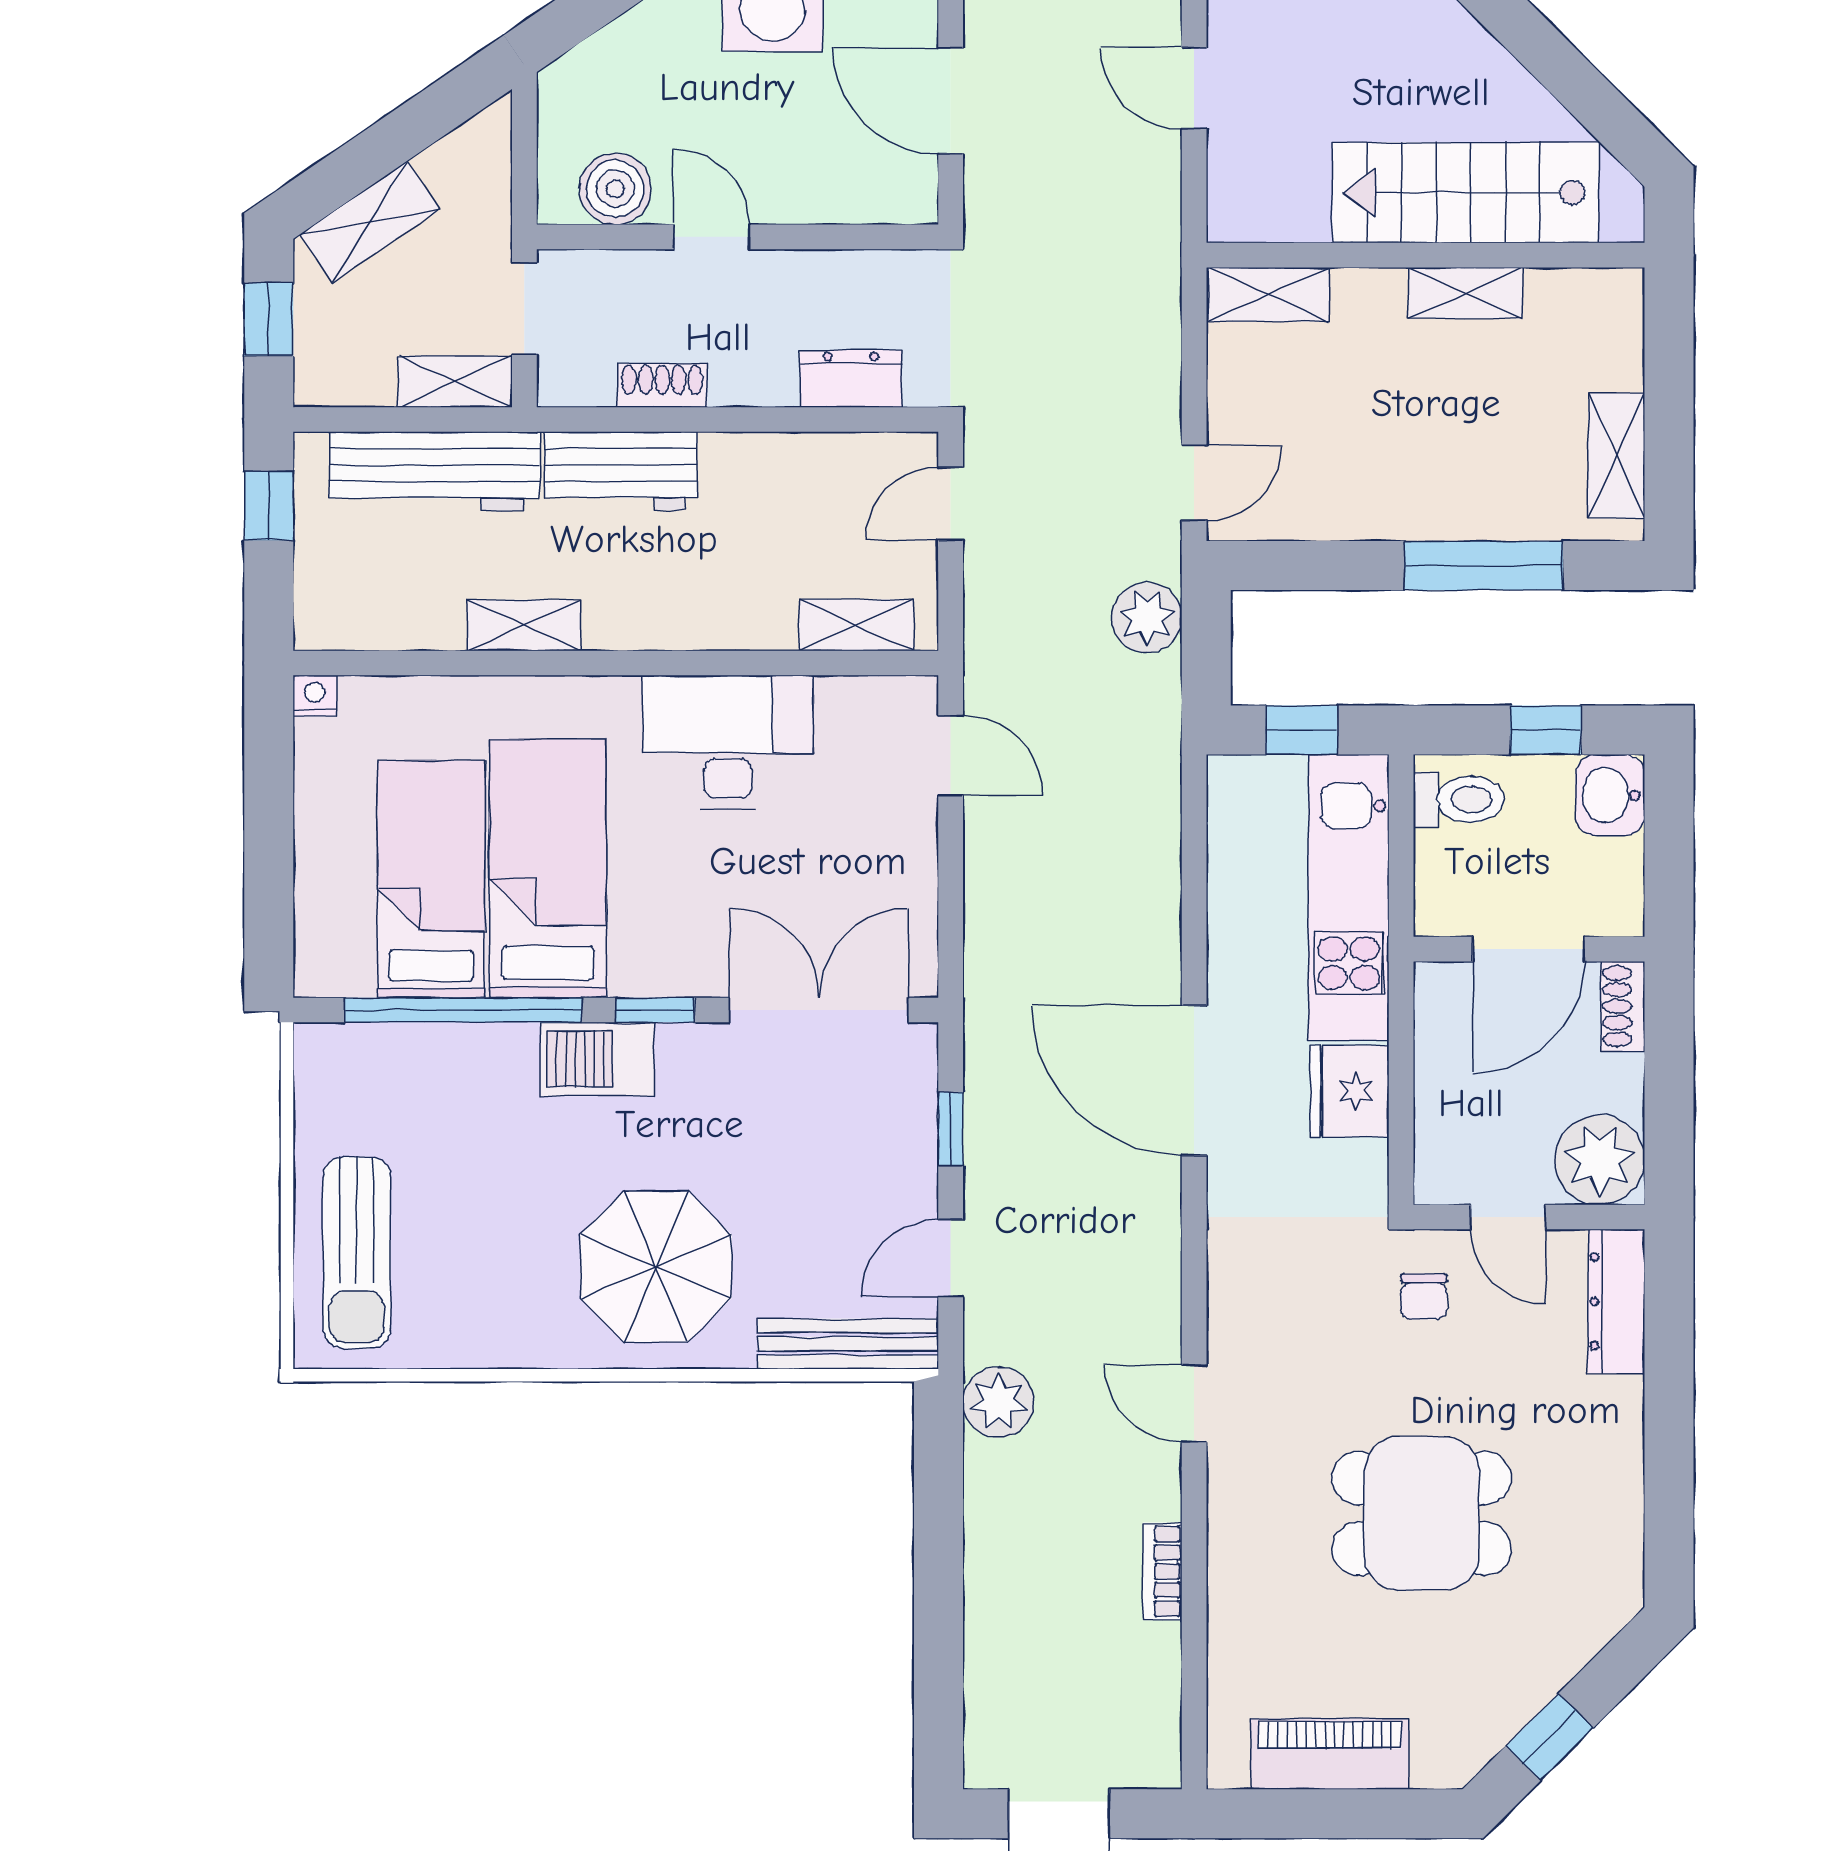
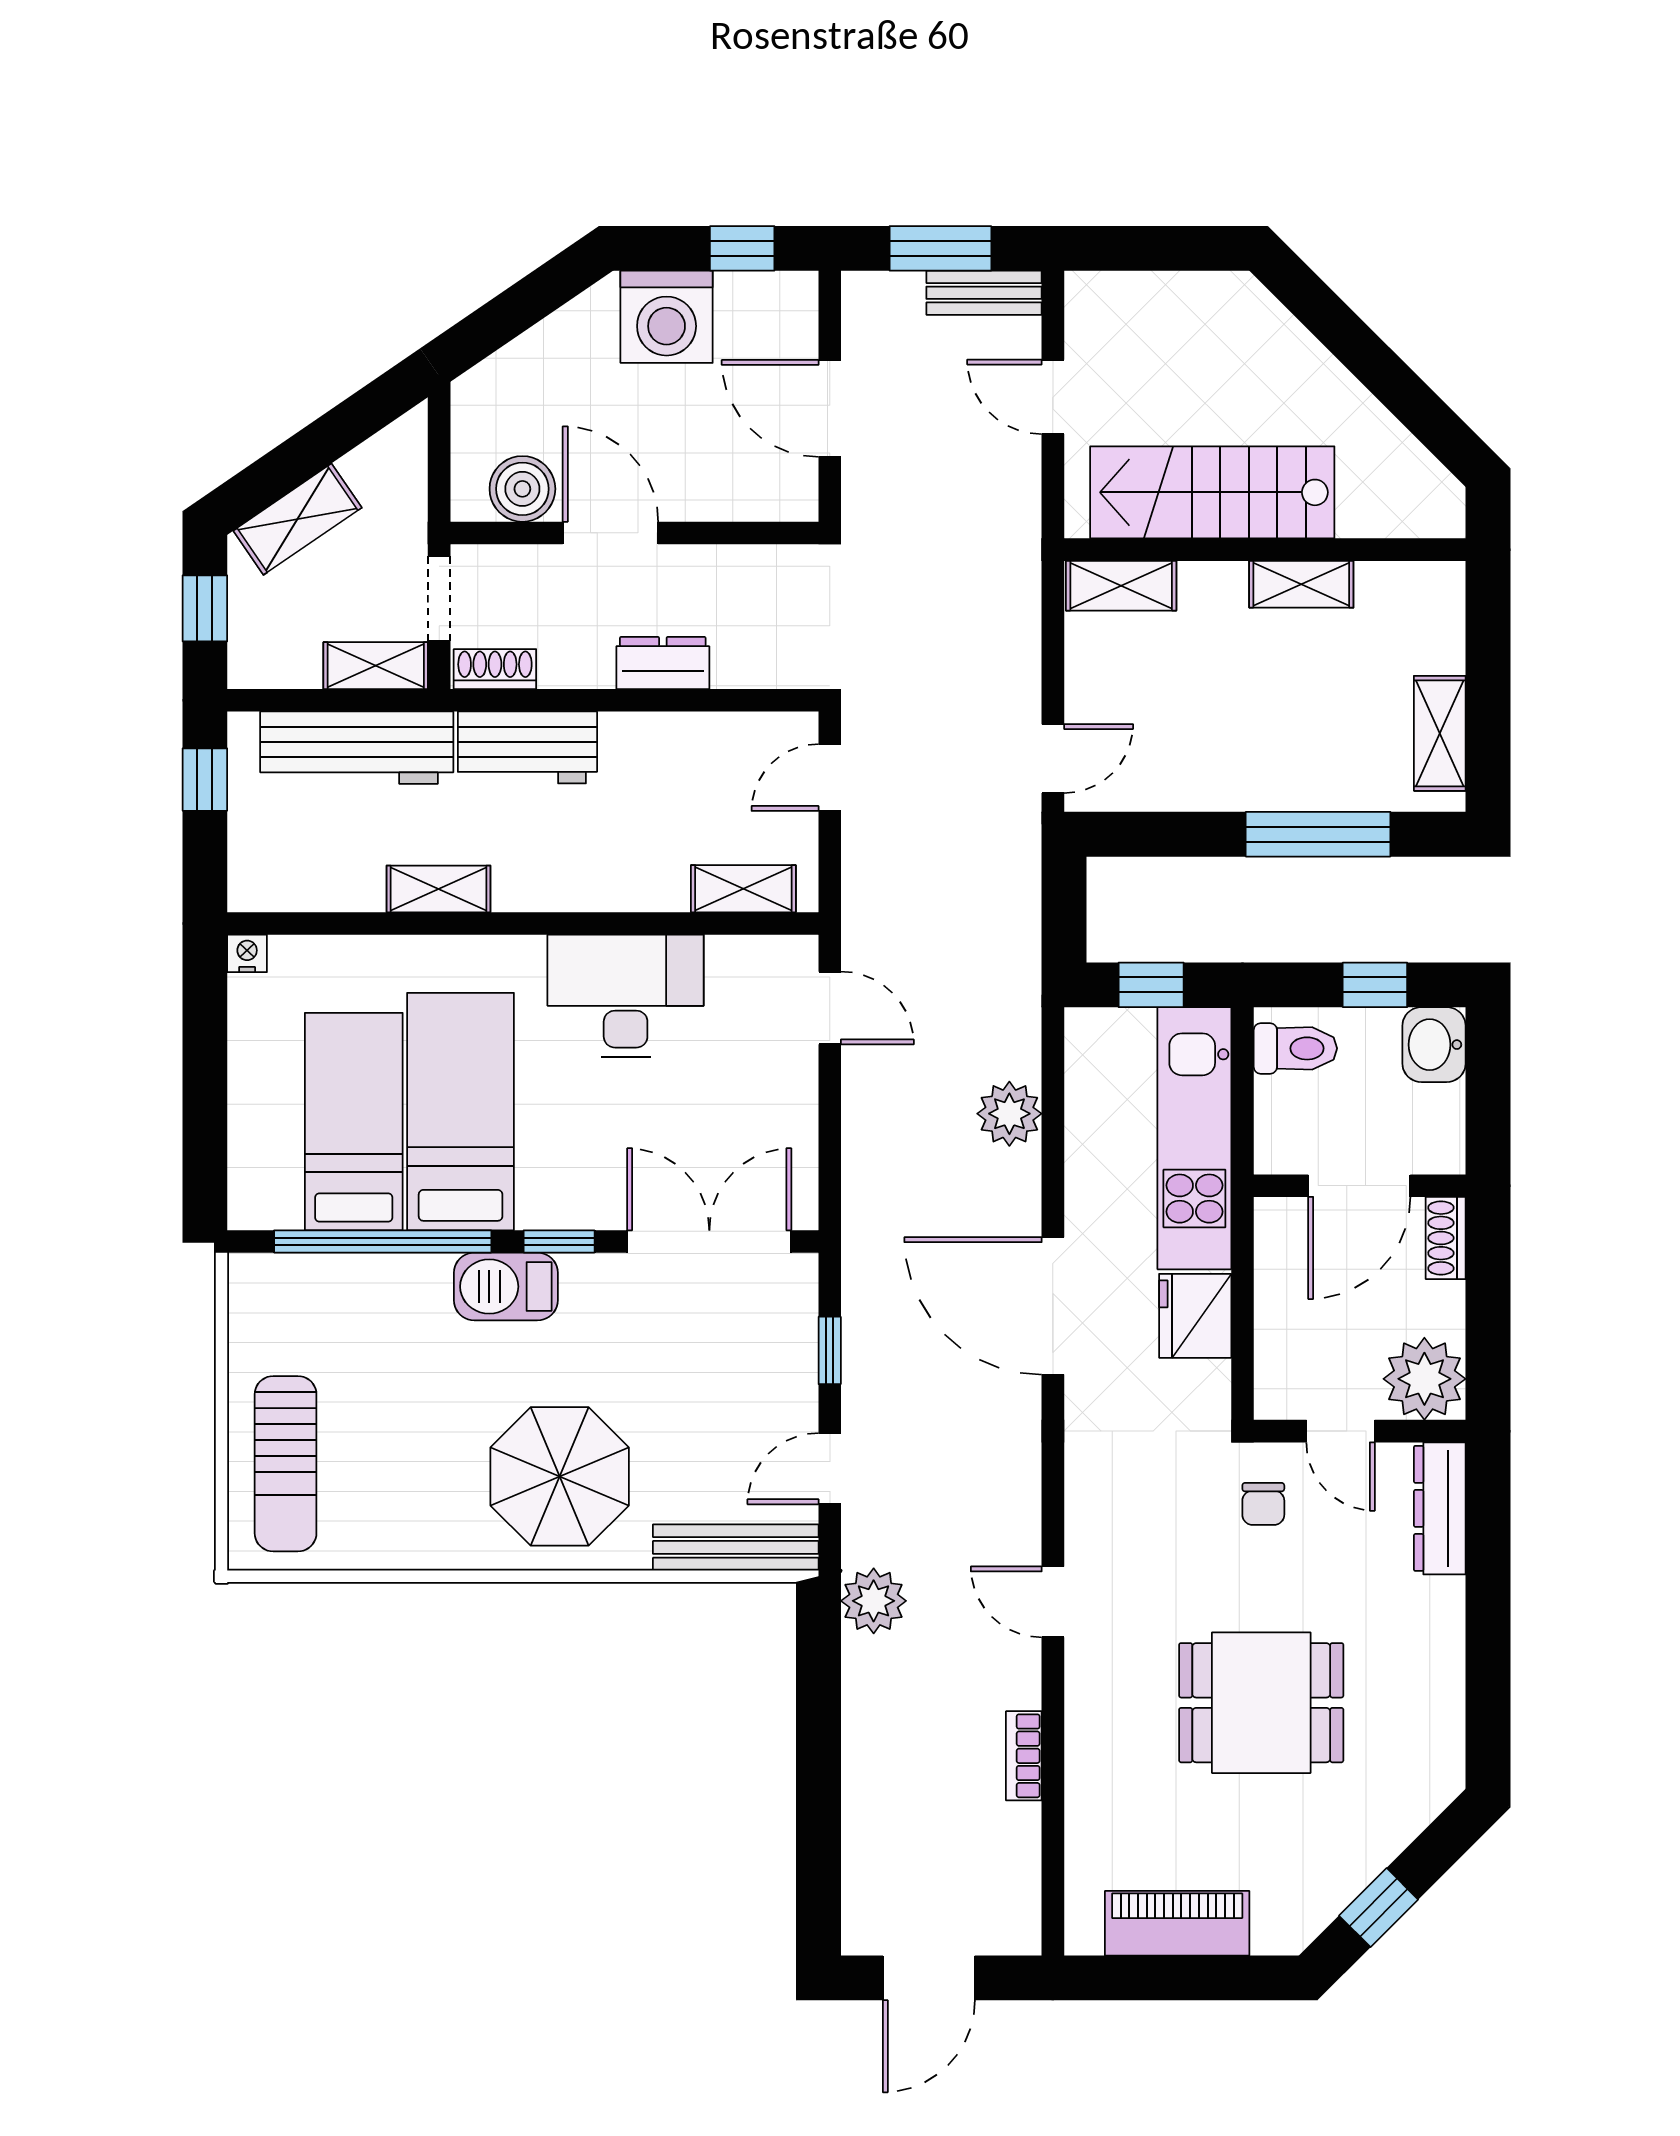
stairs: (1466, 193) -> (1212, 492), moved
door: (711, 237) -> (610, 533), width x1.38
dresser: (851, 379) -> (663, 663), moved
shoe rack: (662, 385) -> (495, 669), moved
plant: (1147, 618) -> (1009, 1114), moved

